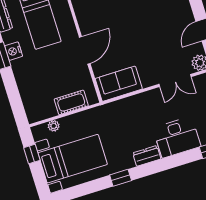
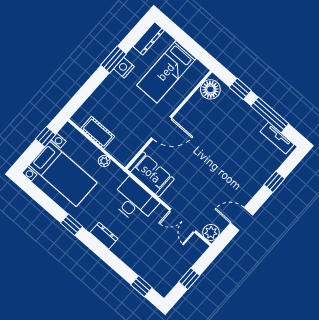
cot: (71, 102) -> (98, 133), moved
plant: (54, 126) -> (104, 161), moved
desk: (177, 137) -> (134, 201), moved, turned 180

